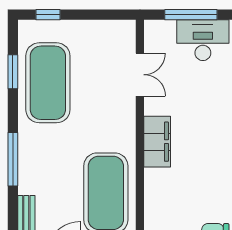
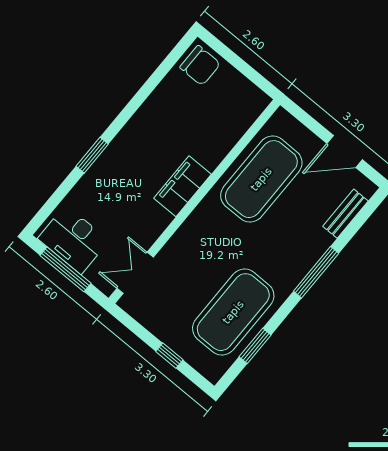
window: (48, 15) -> (169, 356), moved
double door: (140, 75) -> (135, 273), moved

